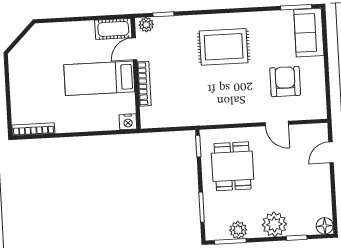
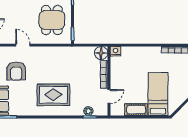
plant: (146, 25) -> (88, 111), moved
cot: (113, 29) -> (136, 110), moved
bed: (99, 78) -> (158, 94), moved, turned -90
floor lamp: (151, 118) -> (101, 53), added

